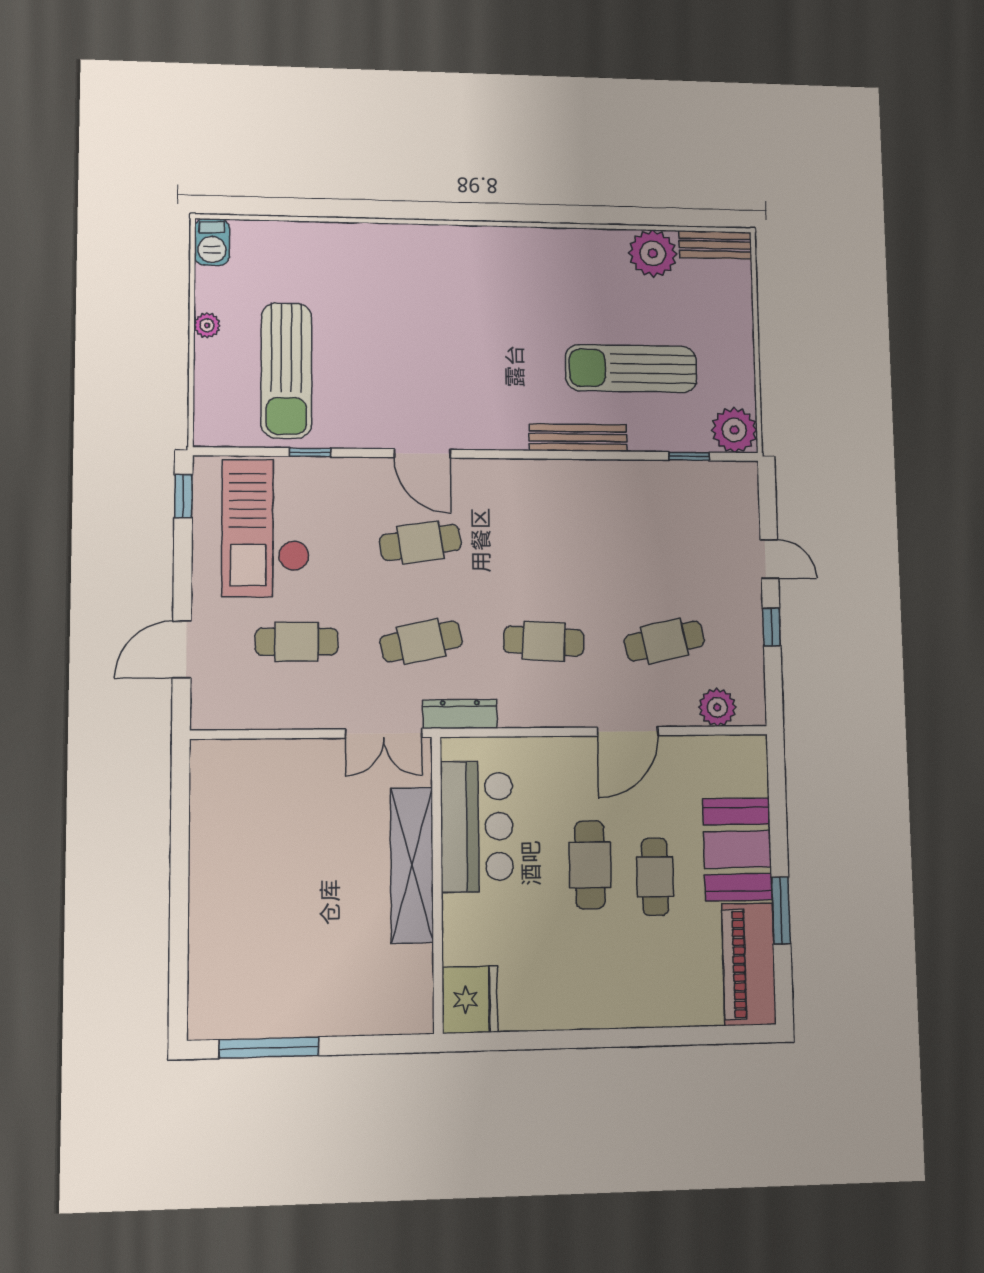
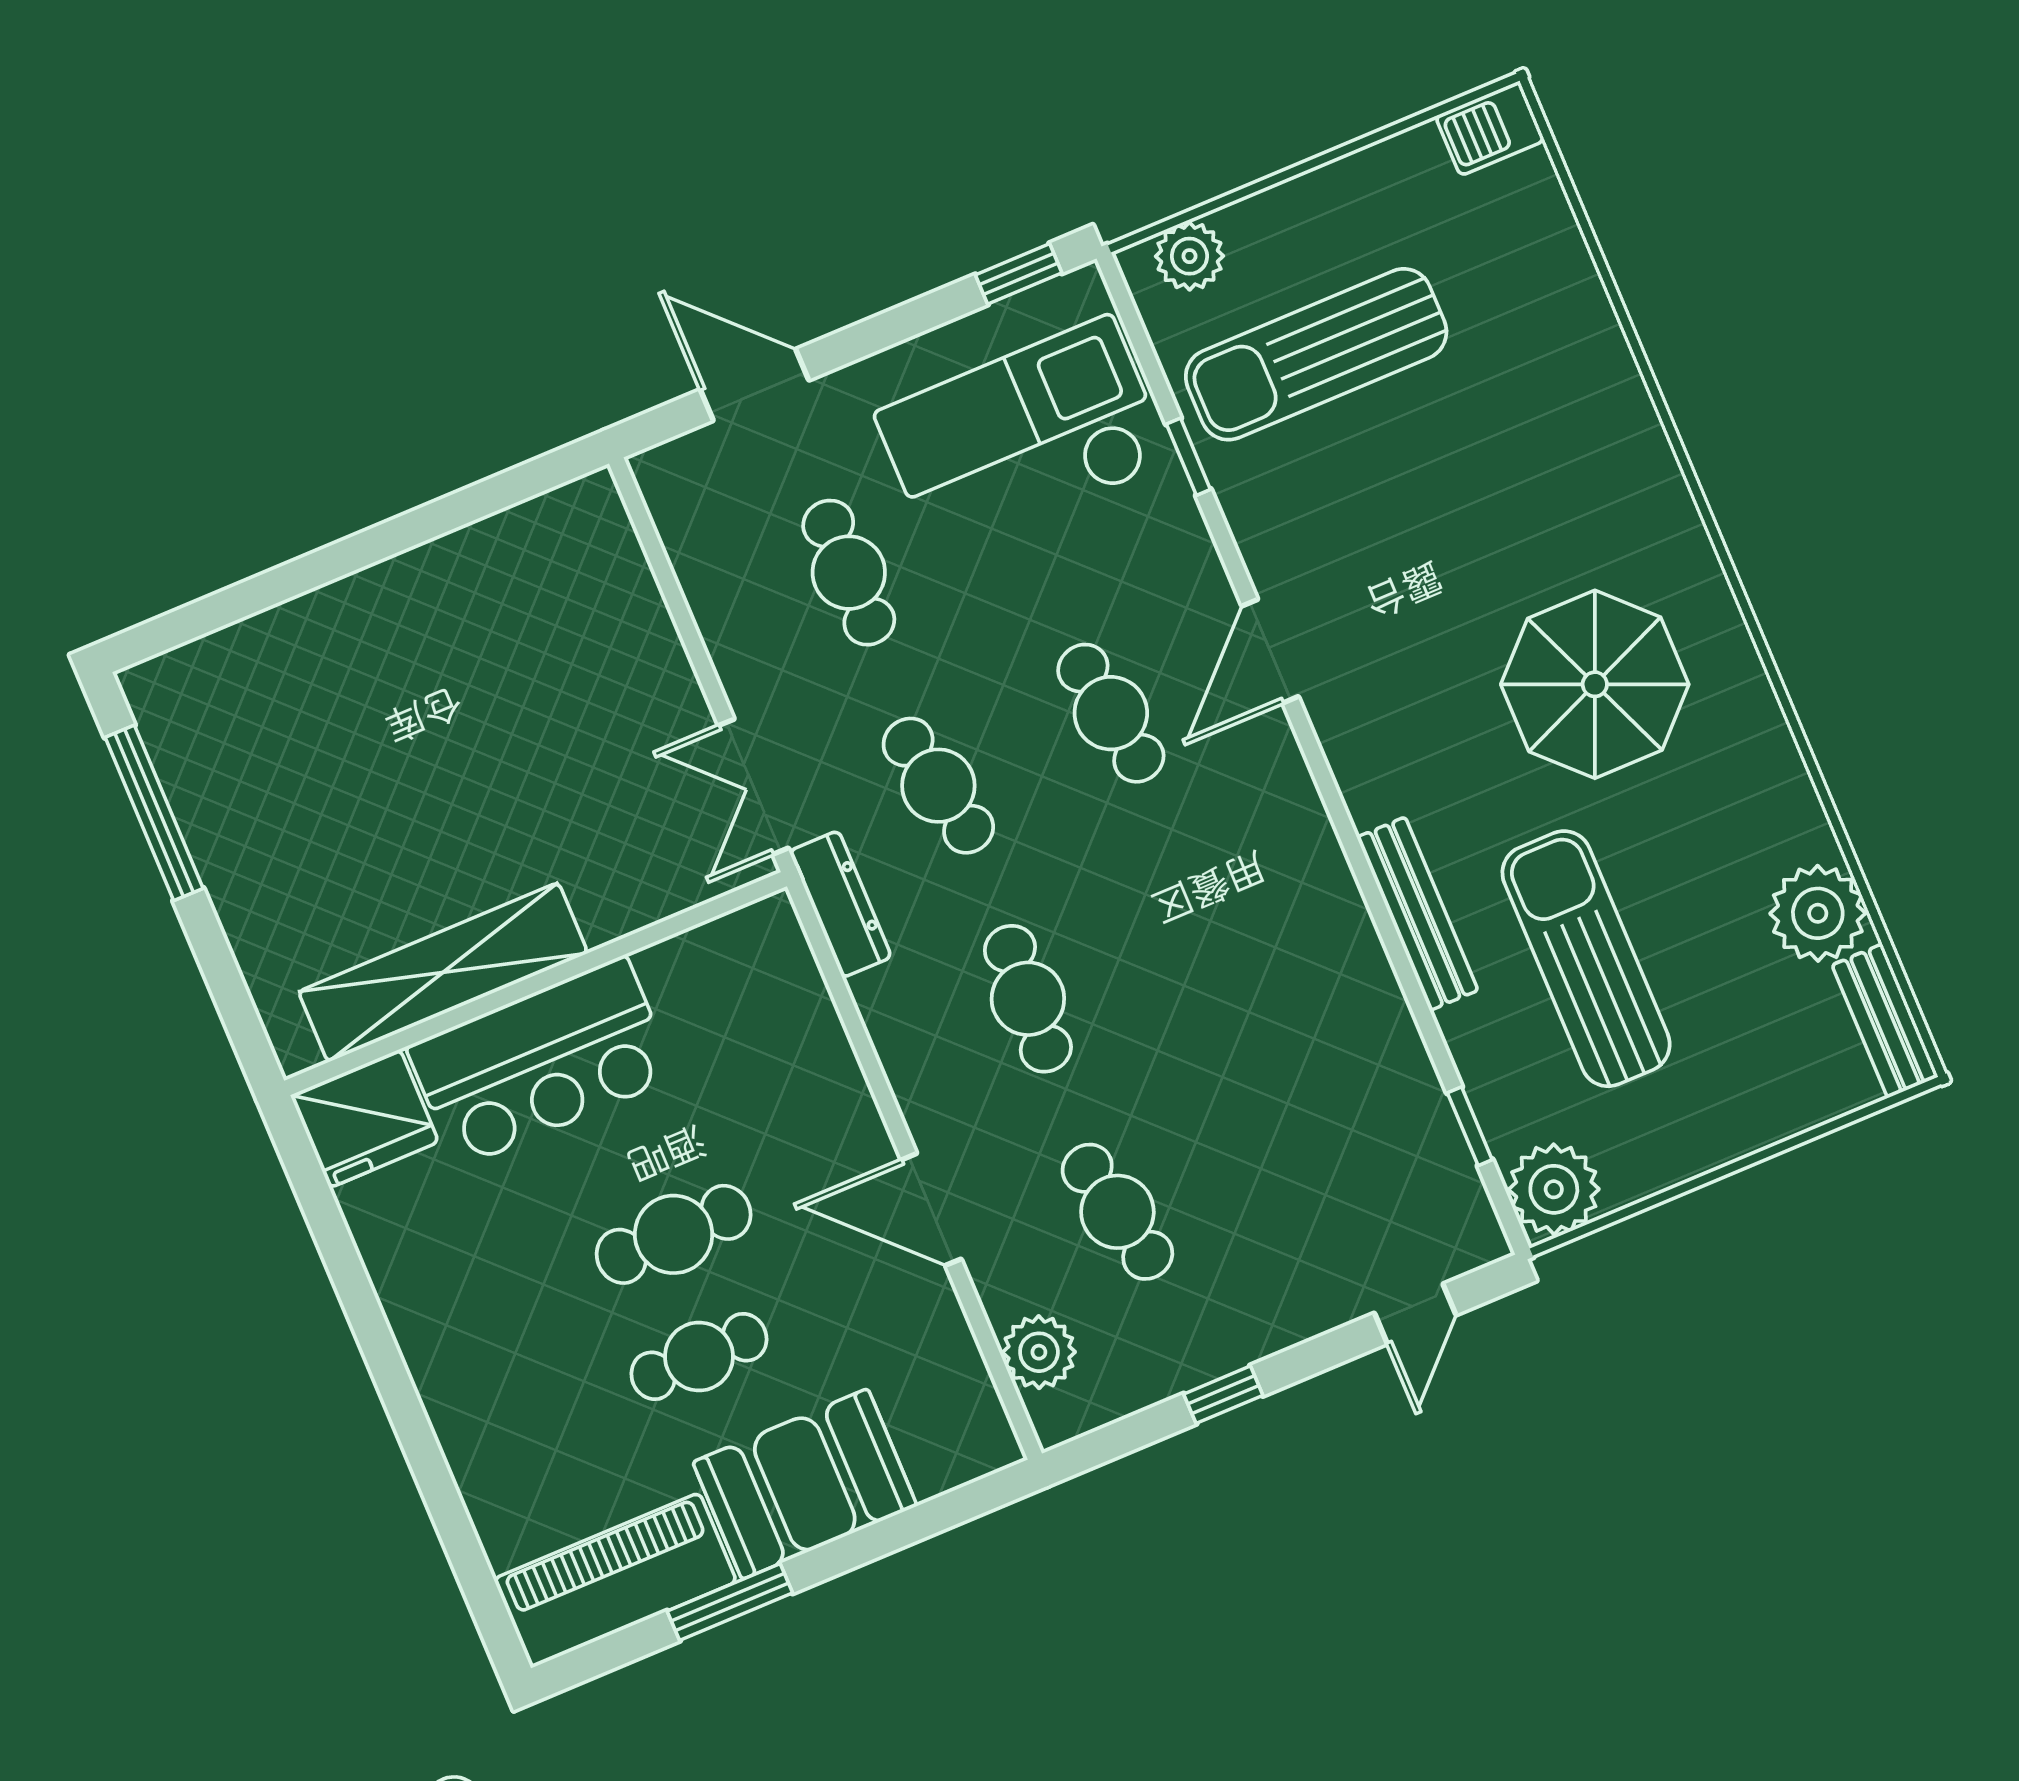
parasol: (502, 308) -> (1595, 684), added
plant: (207, 325) -> (1189, 256), moved, width x1.38, depth x1.38
door: (769, 559) -> (1415, 1314), moved
bar counter: (477, 826) -> (541, 1062), moved
shelving: (412, 865) -> (443, 972), moved

